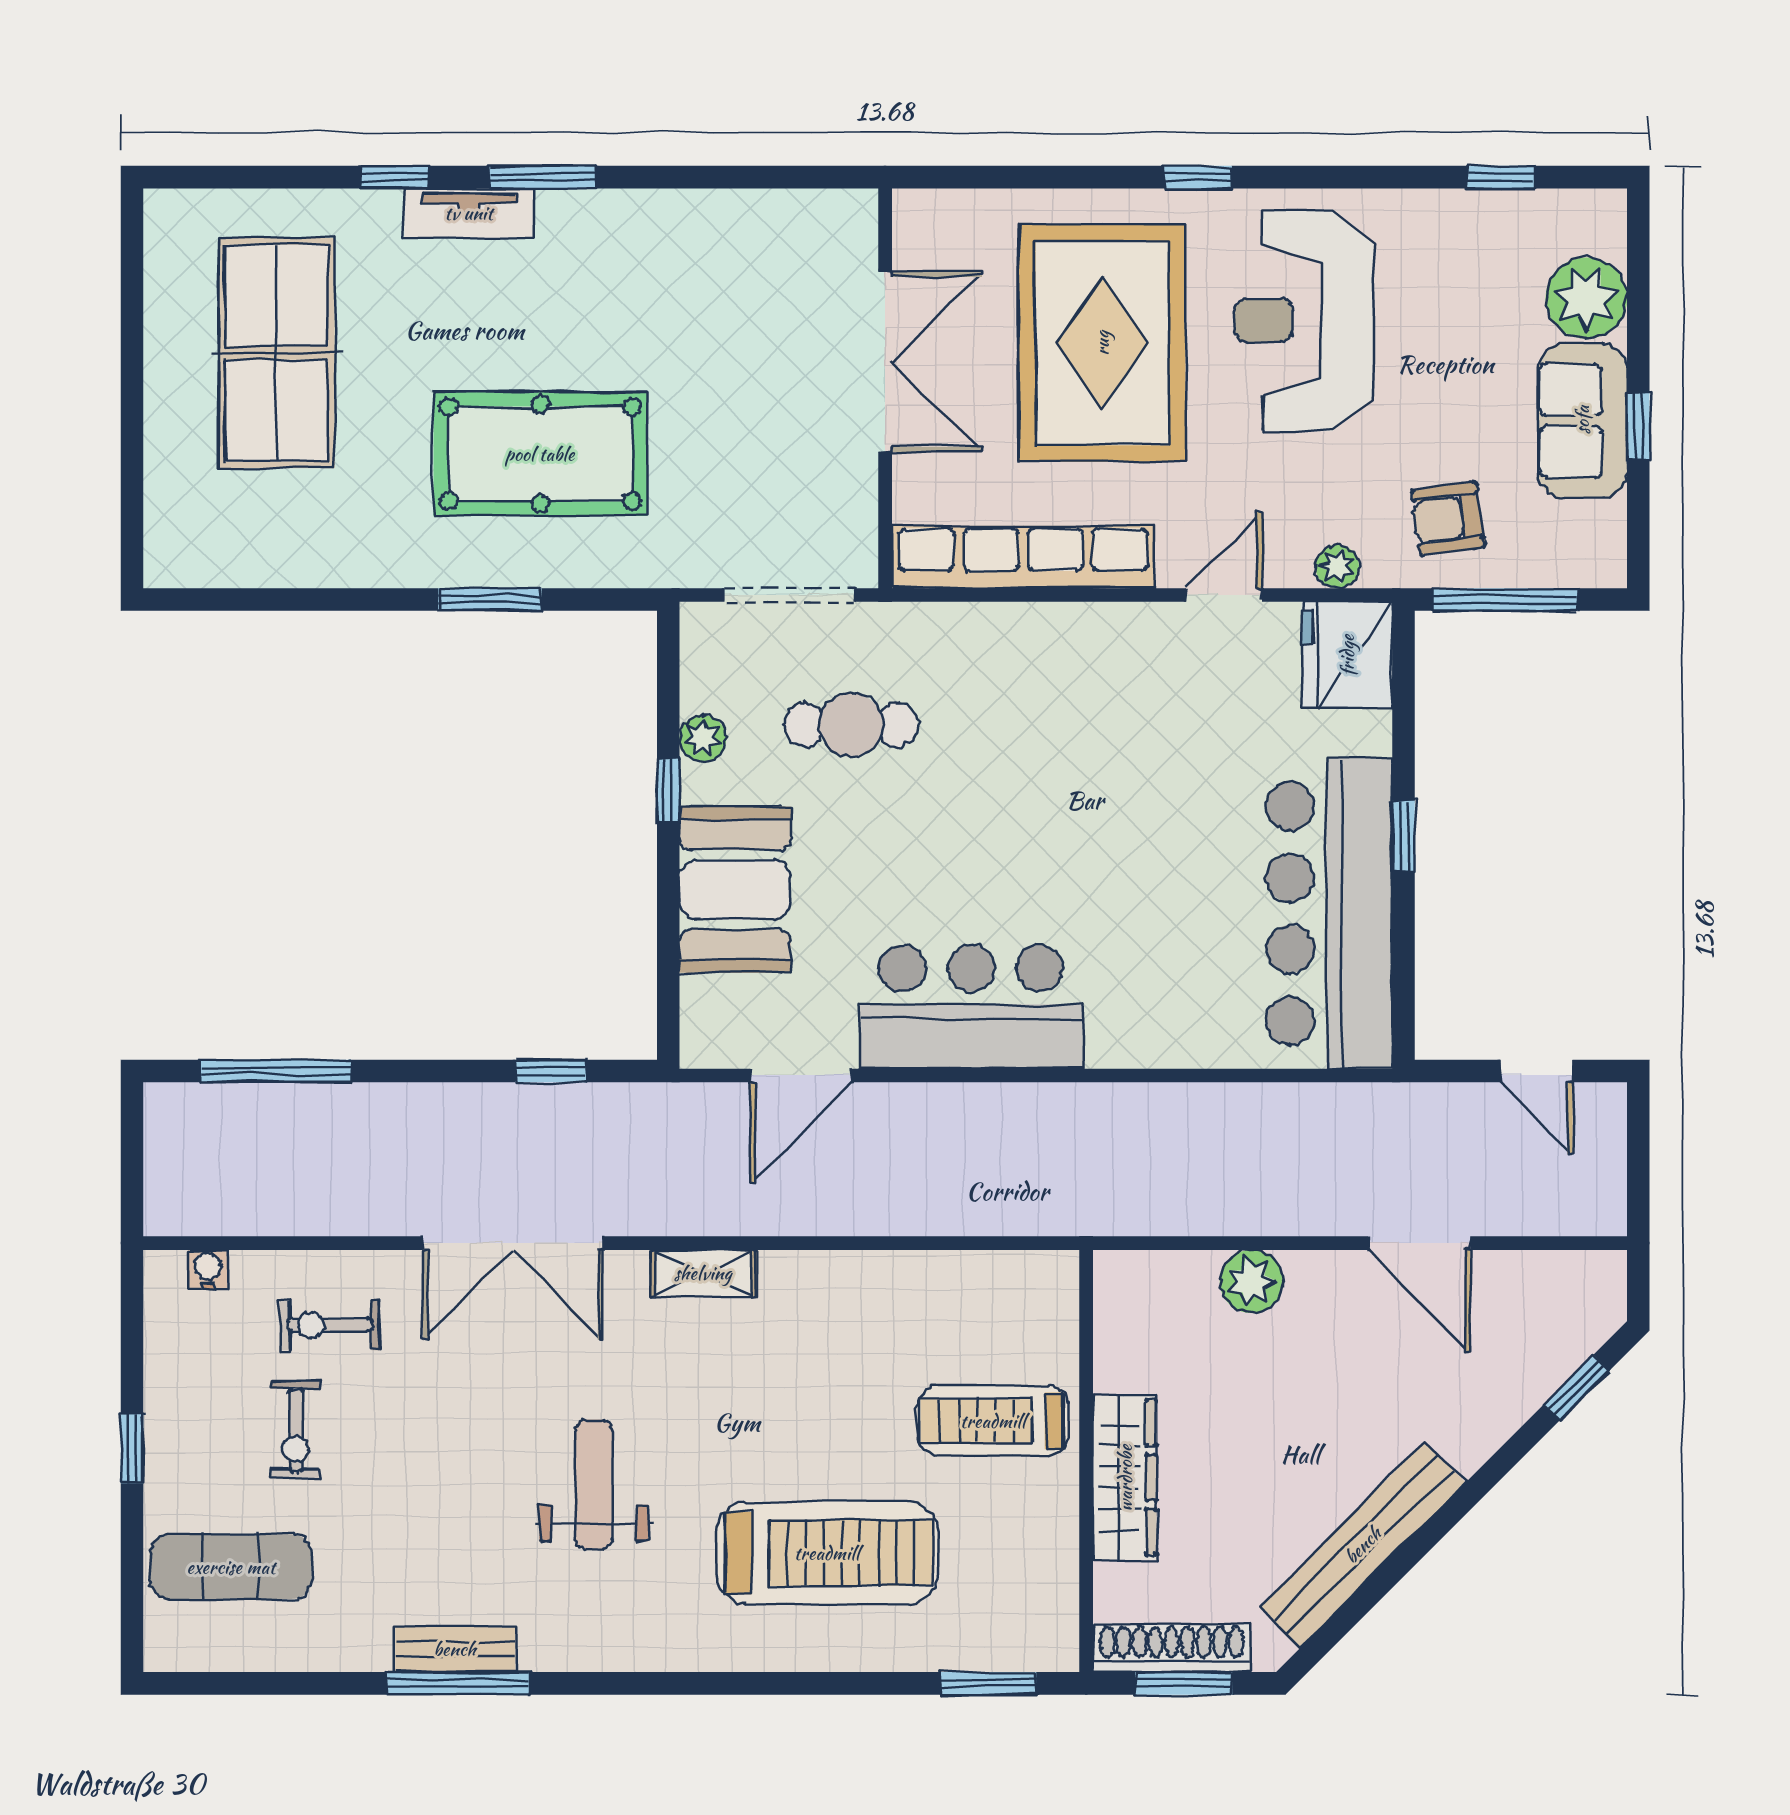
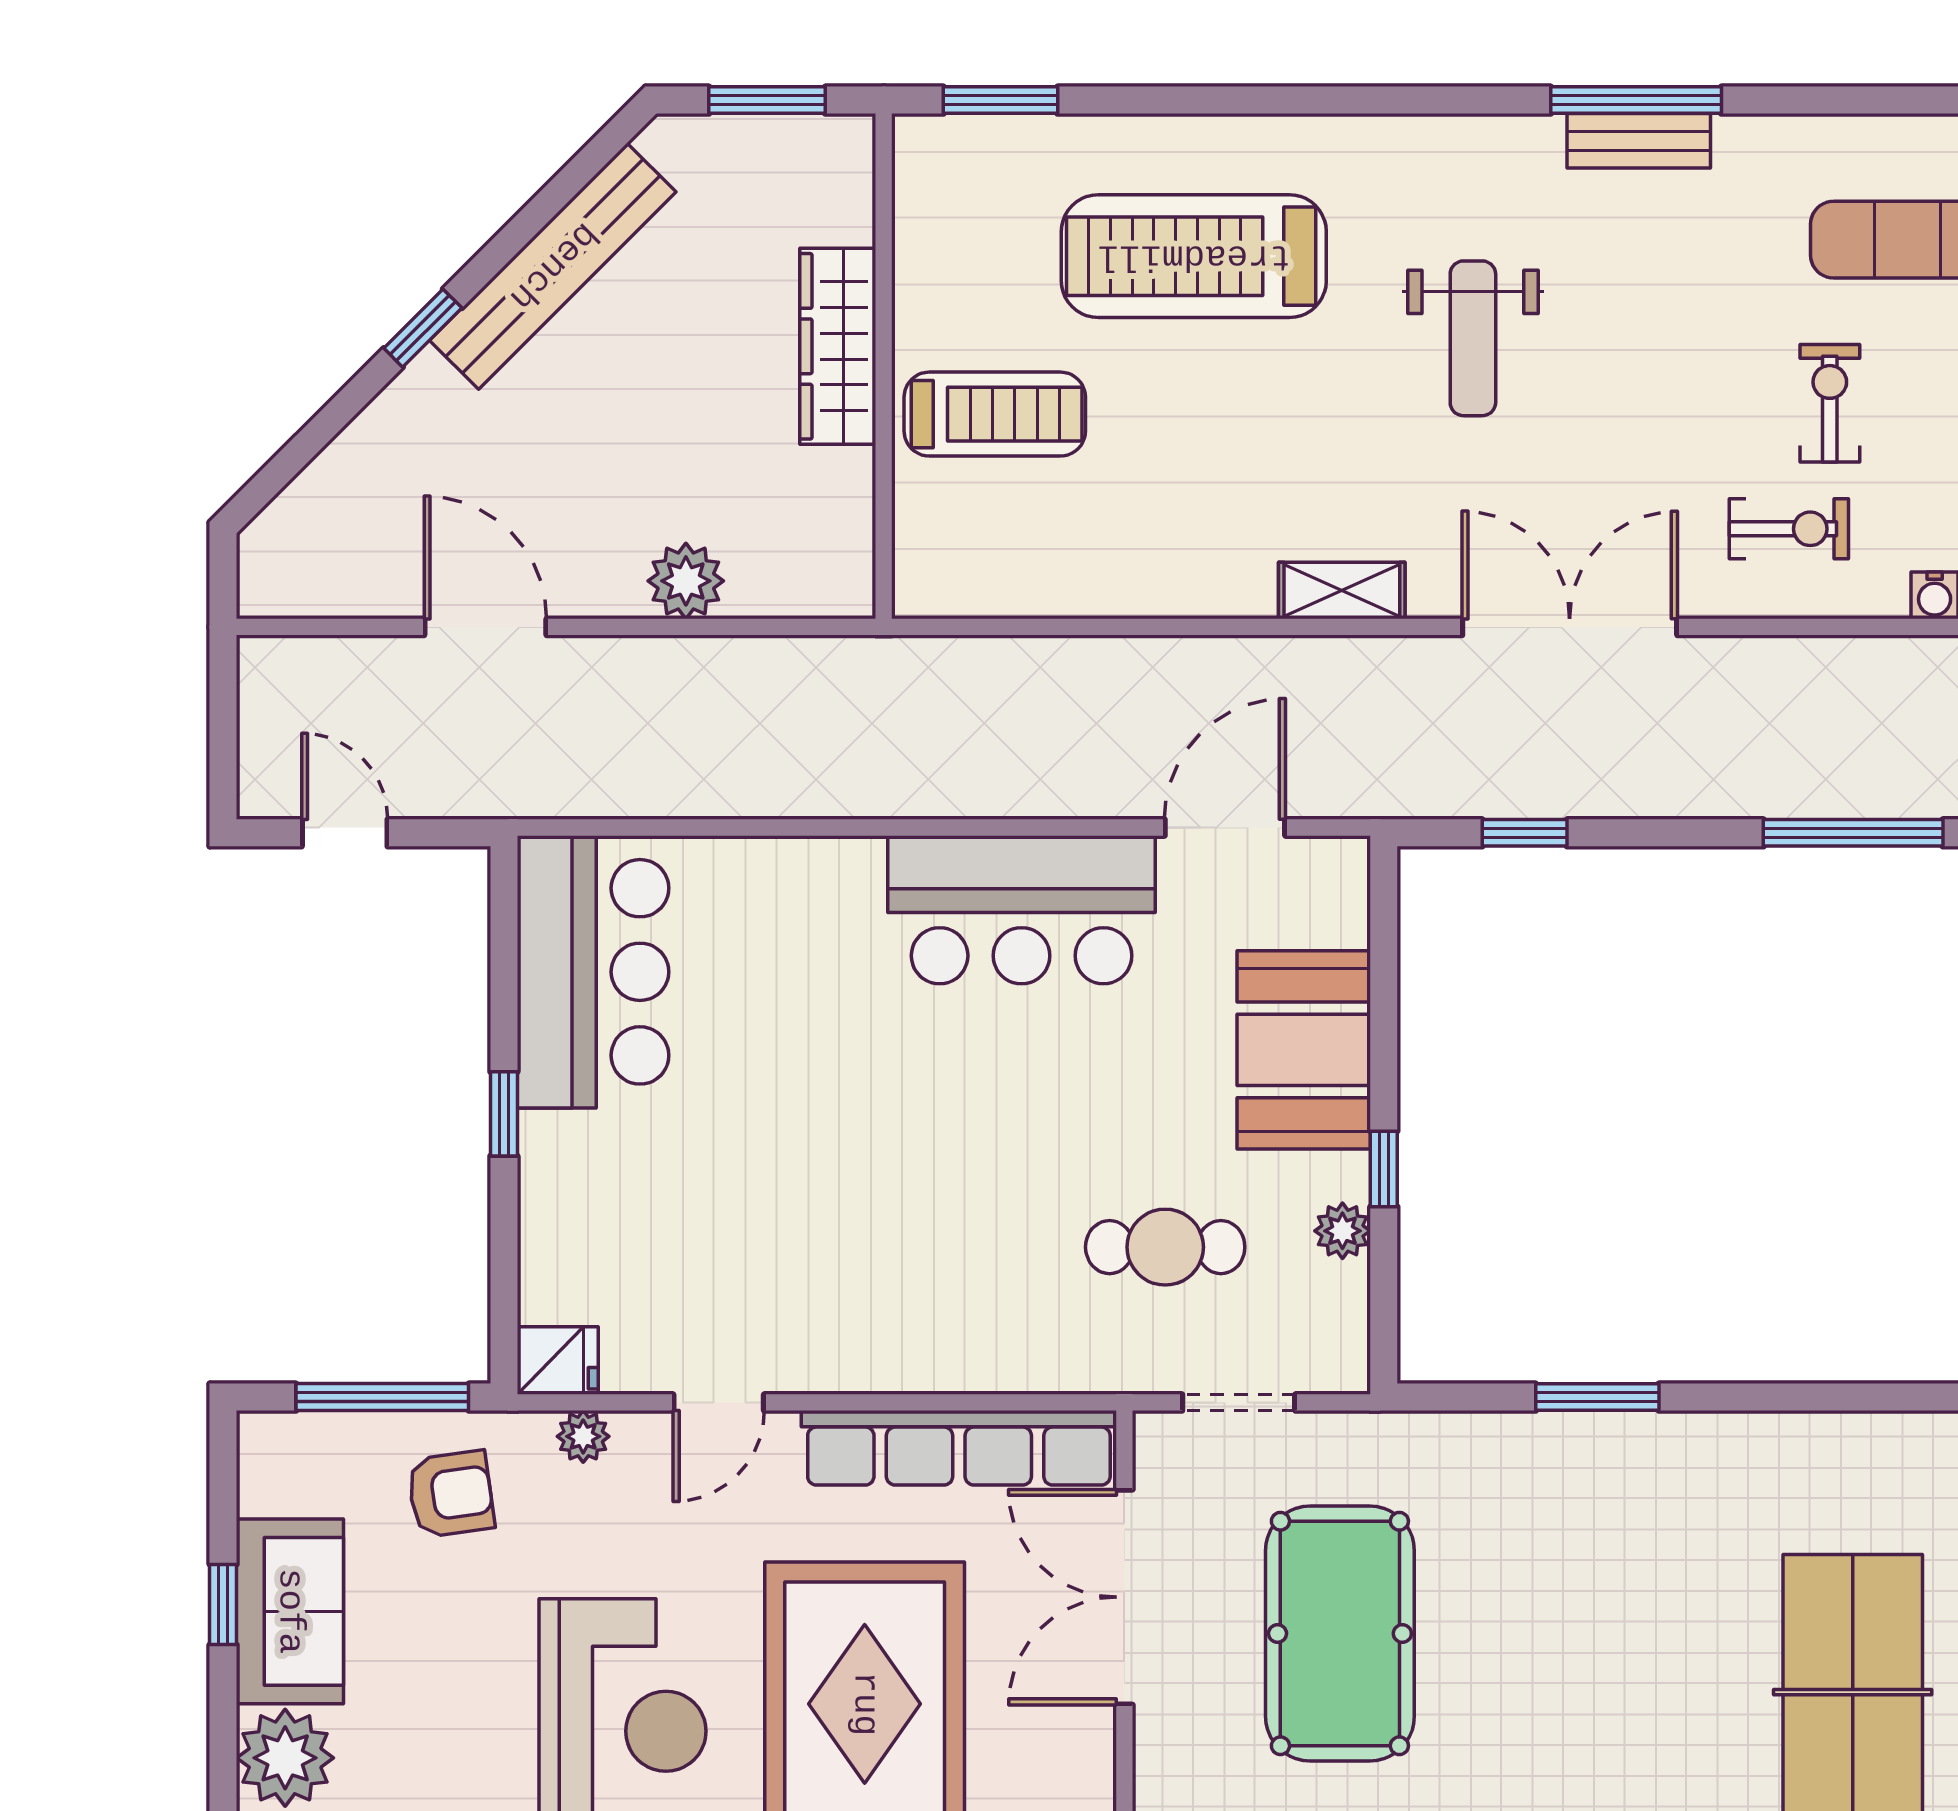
double door: (885, 362) -> (1124, 1597), moved
pool table: (540, 454) -> (1340, 1633), moved, turned 90
doorway: (790, 595) -> (1239, 1402), width x0.73
fridge: (1347, 655) -> (558, 1361), width x0.53, depth x0.75
bar counter: (1329, 913) -> (593, 972), width x0.73
window: (1577, 1388) -> (423, 328), moved
shoe rack: (1172, 1648) -> (782, 142), removed

